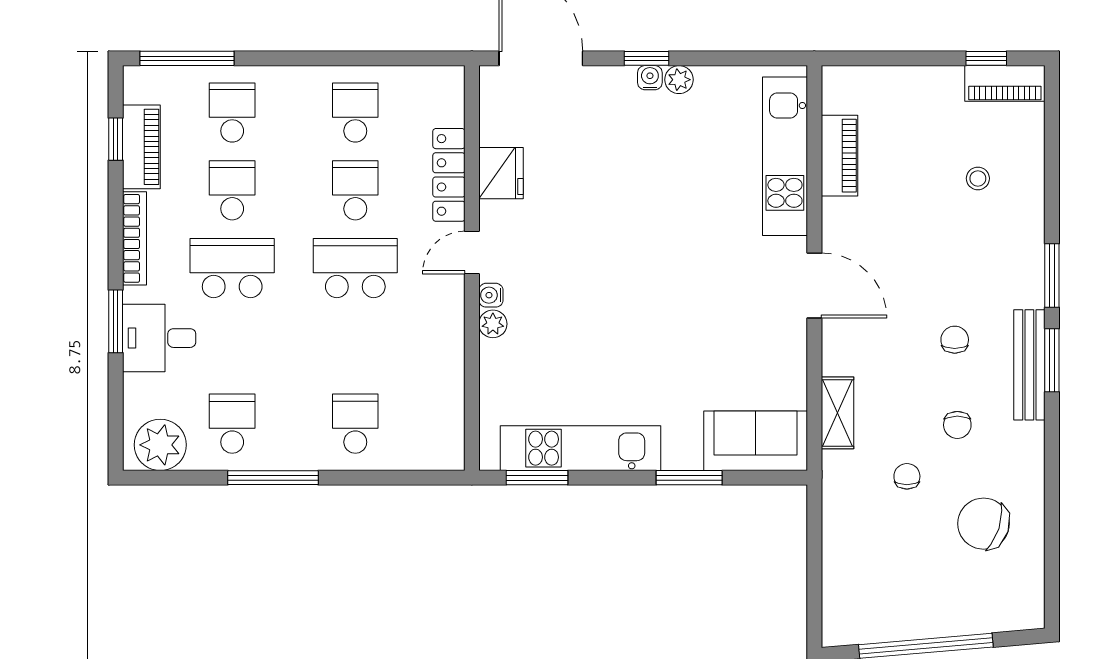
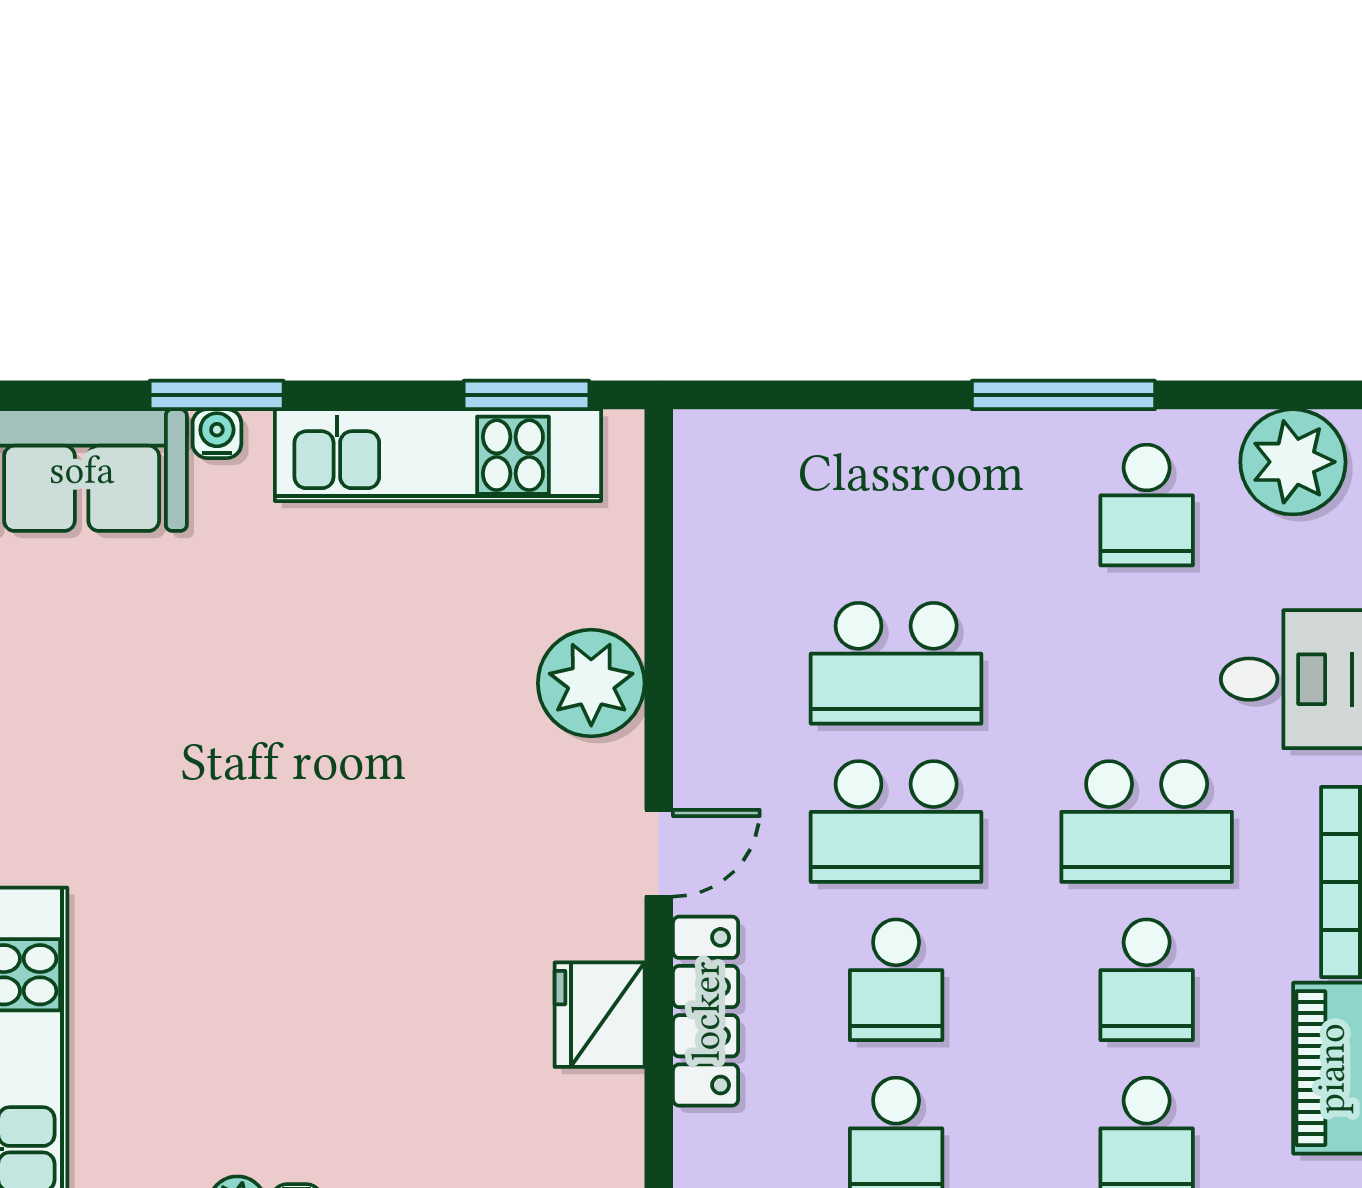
water cooler: (491, 295) -> (217, 434), moved, turned -90
plant: (493, 324) -> (591, 683), width x1.88, depth x1.88
school desk: (355, 424) -> (896, 663), moved, width x1.85

